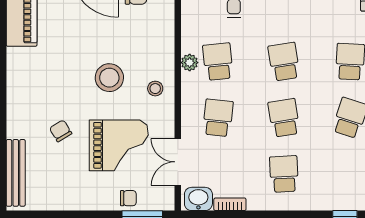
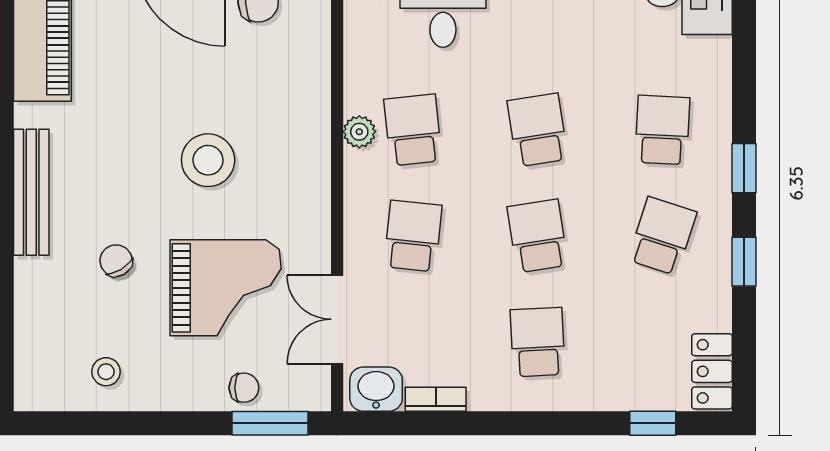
stool: (155, 89) -> (106, 372), moved
bench: (16, 173) -> (31, 192), moved

